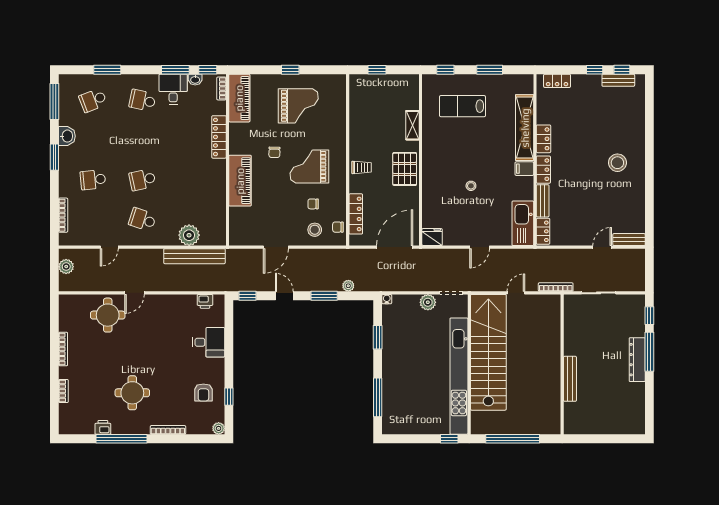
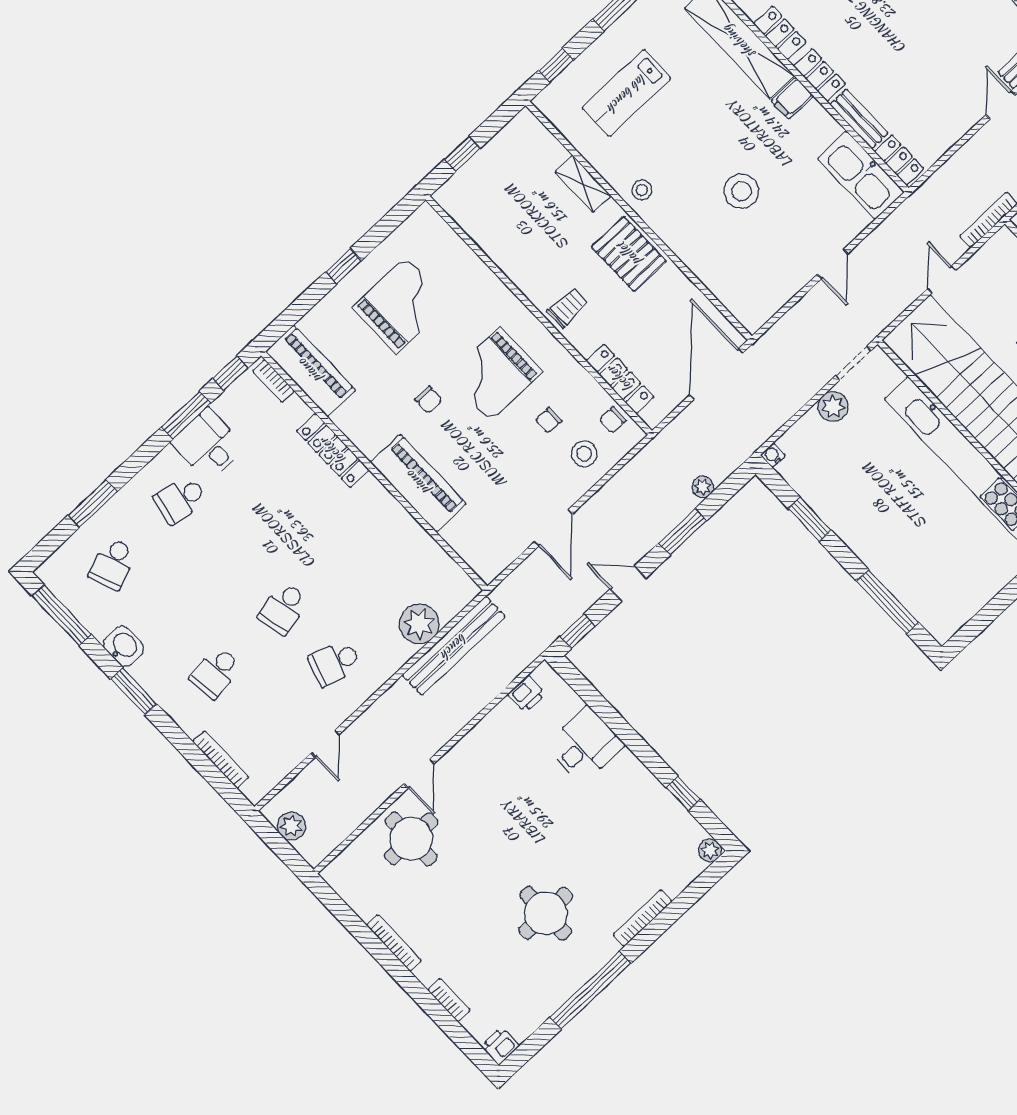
washbasin: (195, 80) -> (226, 403), removed
stool: (433, 149) -> (642, 190), added
stool: (471, 186) -> (741, 191), width x1.89, depth x1.89
fridge: (432, 237) -> (754, 312), removed
armchair: (203, 392) -> (643, 821), removed
printer: (103, 427) -> (500, 1046), moved

